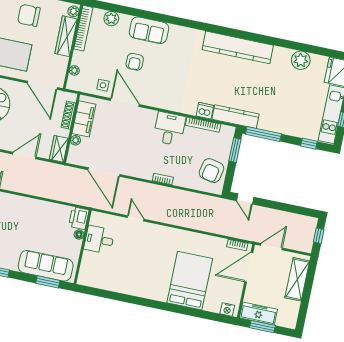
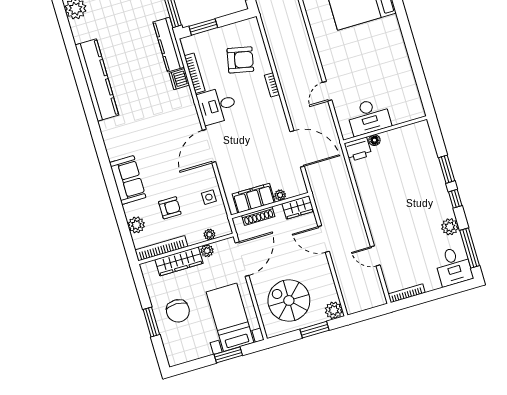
plant: (73, 11) -> (207, 251), moved
armchair: (135, 62) -> (170, 208), moved
door: (125, 102) -> (209, 146), moved
armchair: (211, 171) -> (240, 60), moved
door: (104, 172) -> (297, 149), hinge flipped
desk: (99, 240) -> (369, 117), width x1.37
sofa: (46, 266) -> (425, 157), removed
window: (48, 282) -> (447, 169), moved

